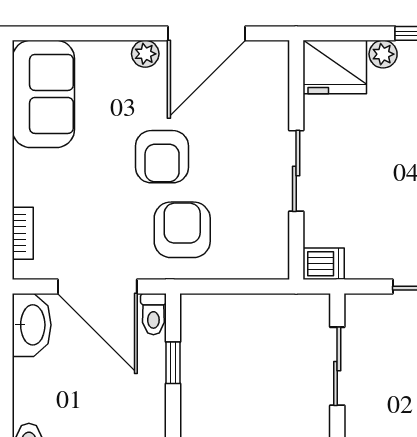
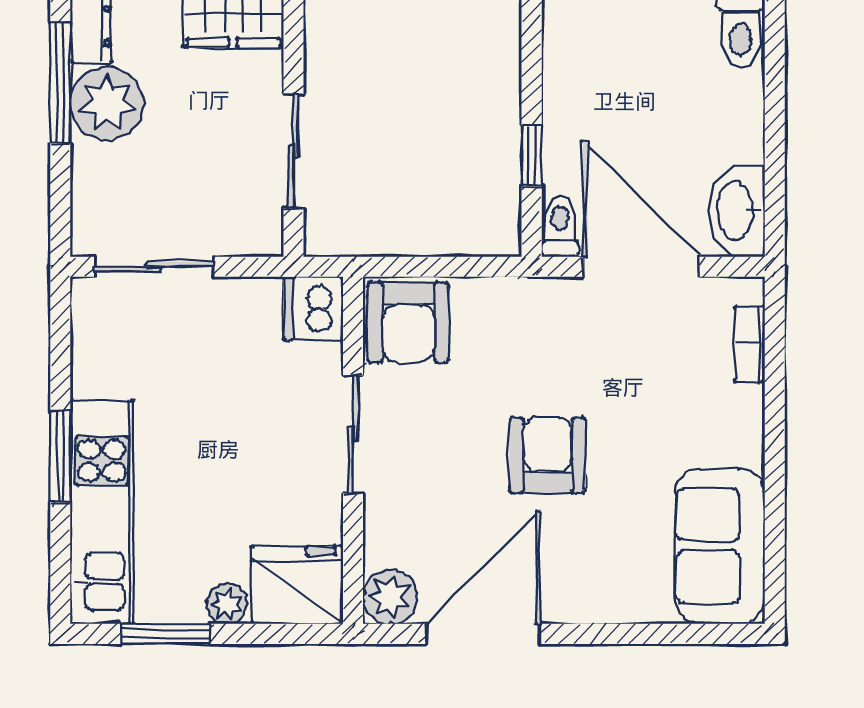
plant: (145, 54) -> (390, 597), moved, width x1.38, depth x1.38
armchair: (182, 230) -> (408, 322), moved
dishwasher: (324, 264) -> (313, 308), width x1.38

